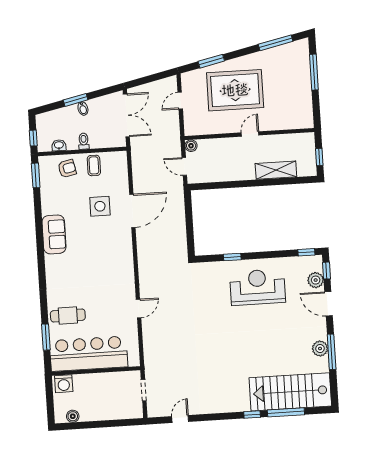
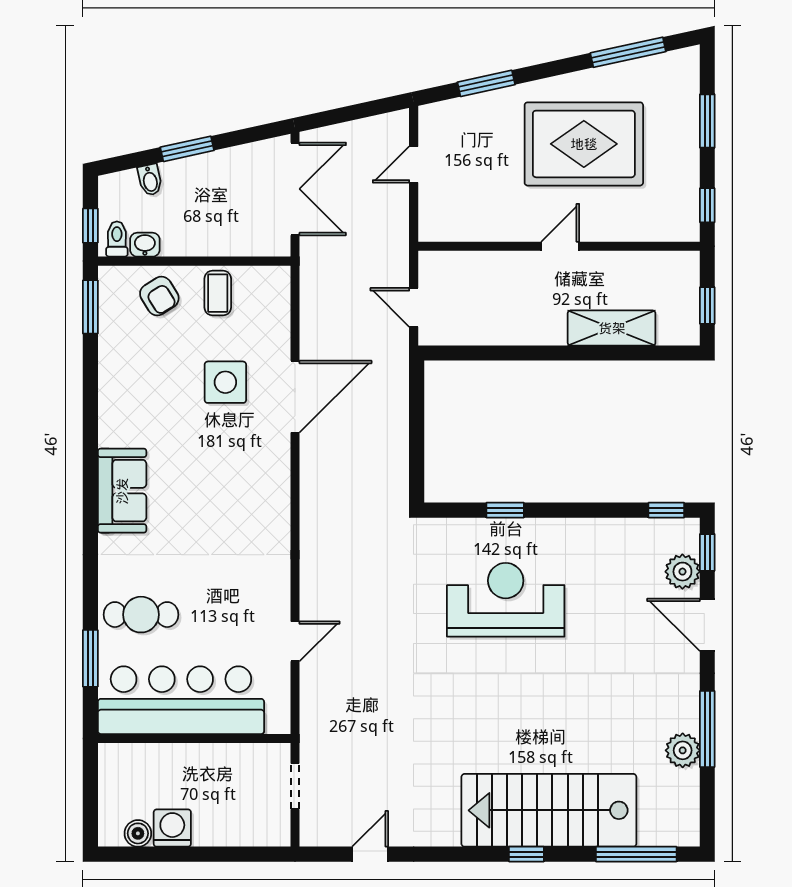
window: (314, 72) -> (707, 121), width x0.69
rug: (235, 90) -> (584, 144), moved
bidet: (83, 109) -> (150, 180), moved
window: (316, 111) -> (707, 205), added
toilet: (84, 141) -> (117, 239), moved
boiler: (191, 146) -> (431, 264), removed
armchair: (67, 168) -> (159, 296), turned 70
sofa: (54, 234) -> (122, 491), moved
reception desk: (257, 287) -> (506, 600), moved
door: (139, 309) -> (295, 641), moved
plant: (320, 349) -> (683, 750), moved
washing machine: (64, 384) -> (172, 828), moved, turned 180
stairs: (290, 392) -> (549, 810), moved
window: (286, 412) -> (636, 854), moved

